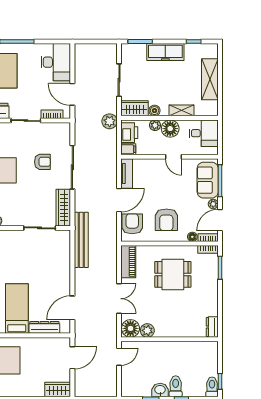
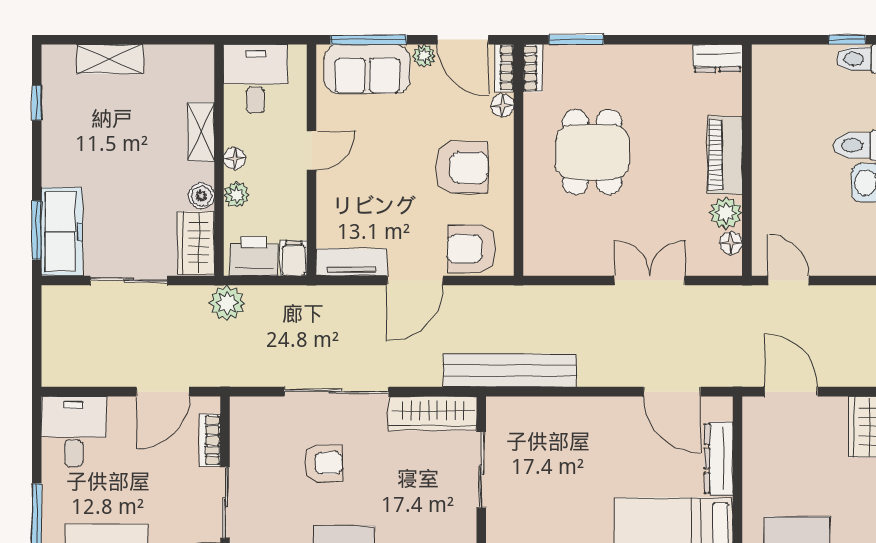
freezer: (165, 52) -> (62, 232), moved
desk: (56, 62) -> (74, 431), width x0.73
shelving: (210, 79) -> (110, 59), width x0.67, depth x0.75
floor lamp: (170, 129) -> (235, 158), width x0.53, depth x0.53
armchair: (42, 162) -> (323, 463), turned 90
door: (119, 200) -> (415, 280), swing flipped
piano: (128, 262) -> (725, 155), moved, turned -90
floor lamp: (130, 328) -> (731, 243), width x0.53, depth x0.53

